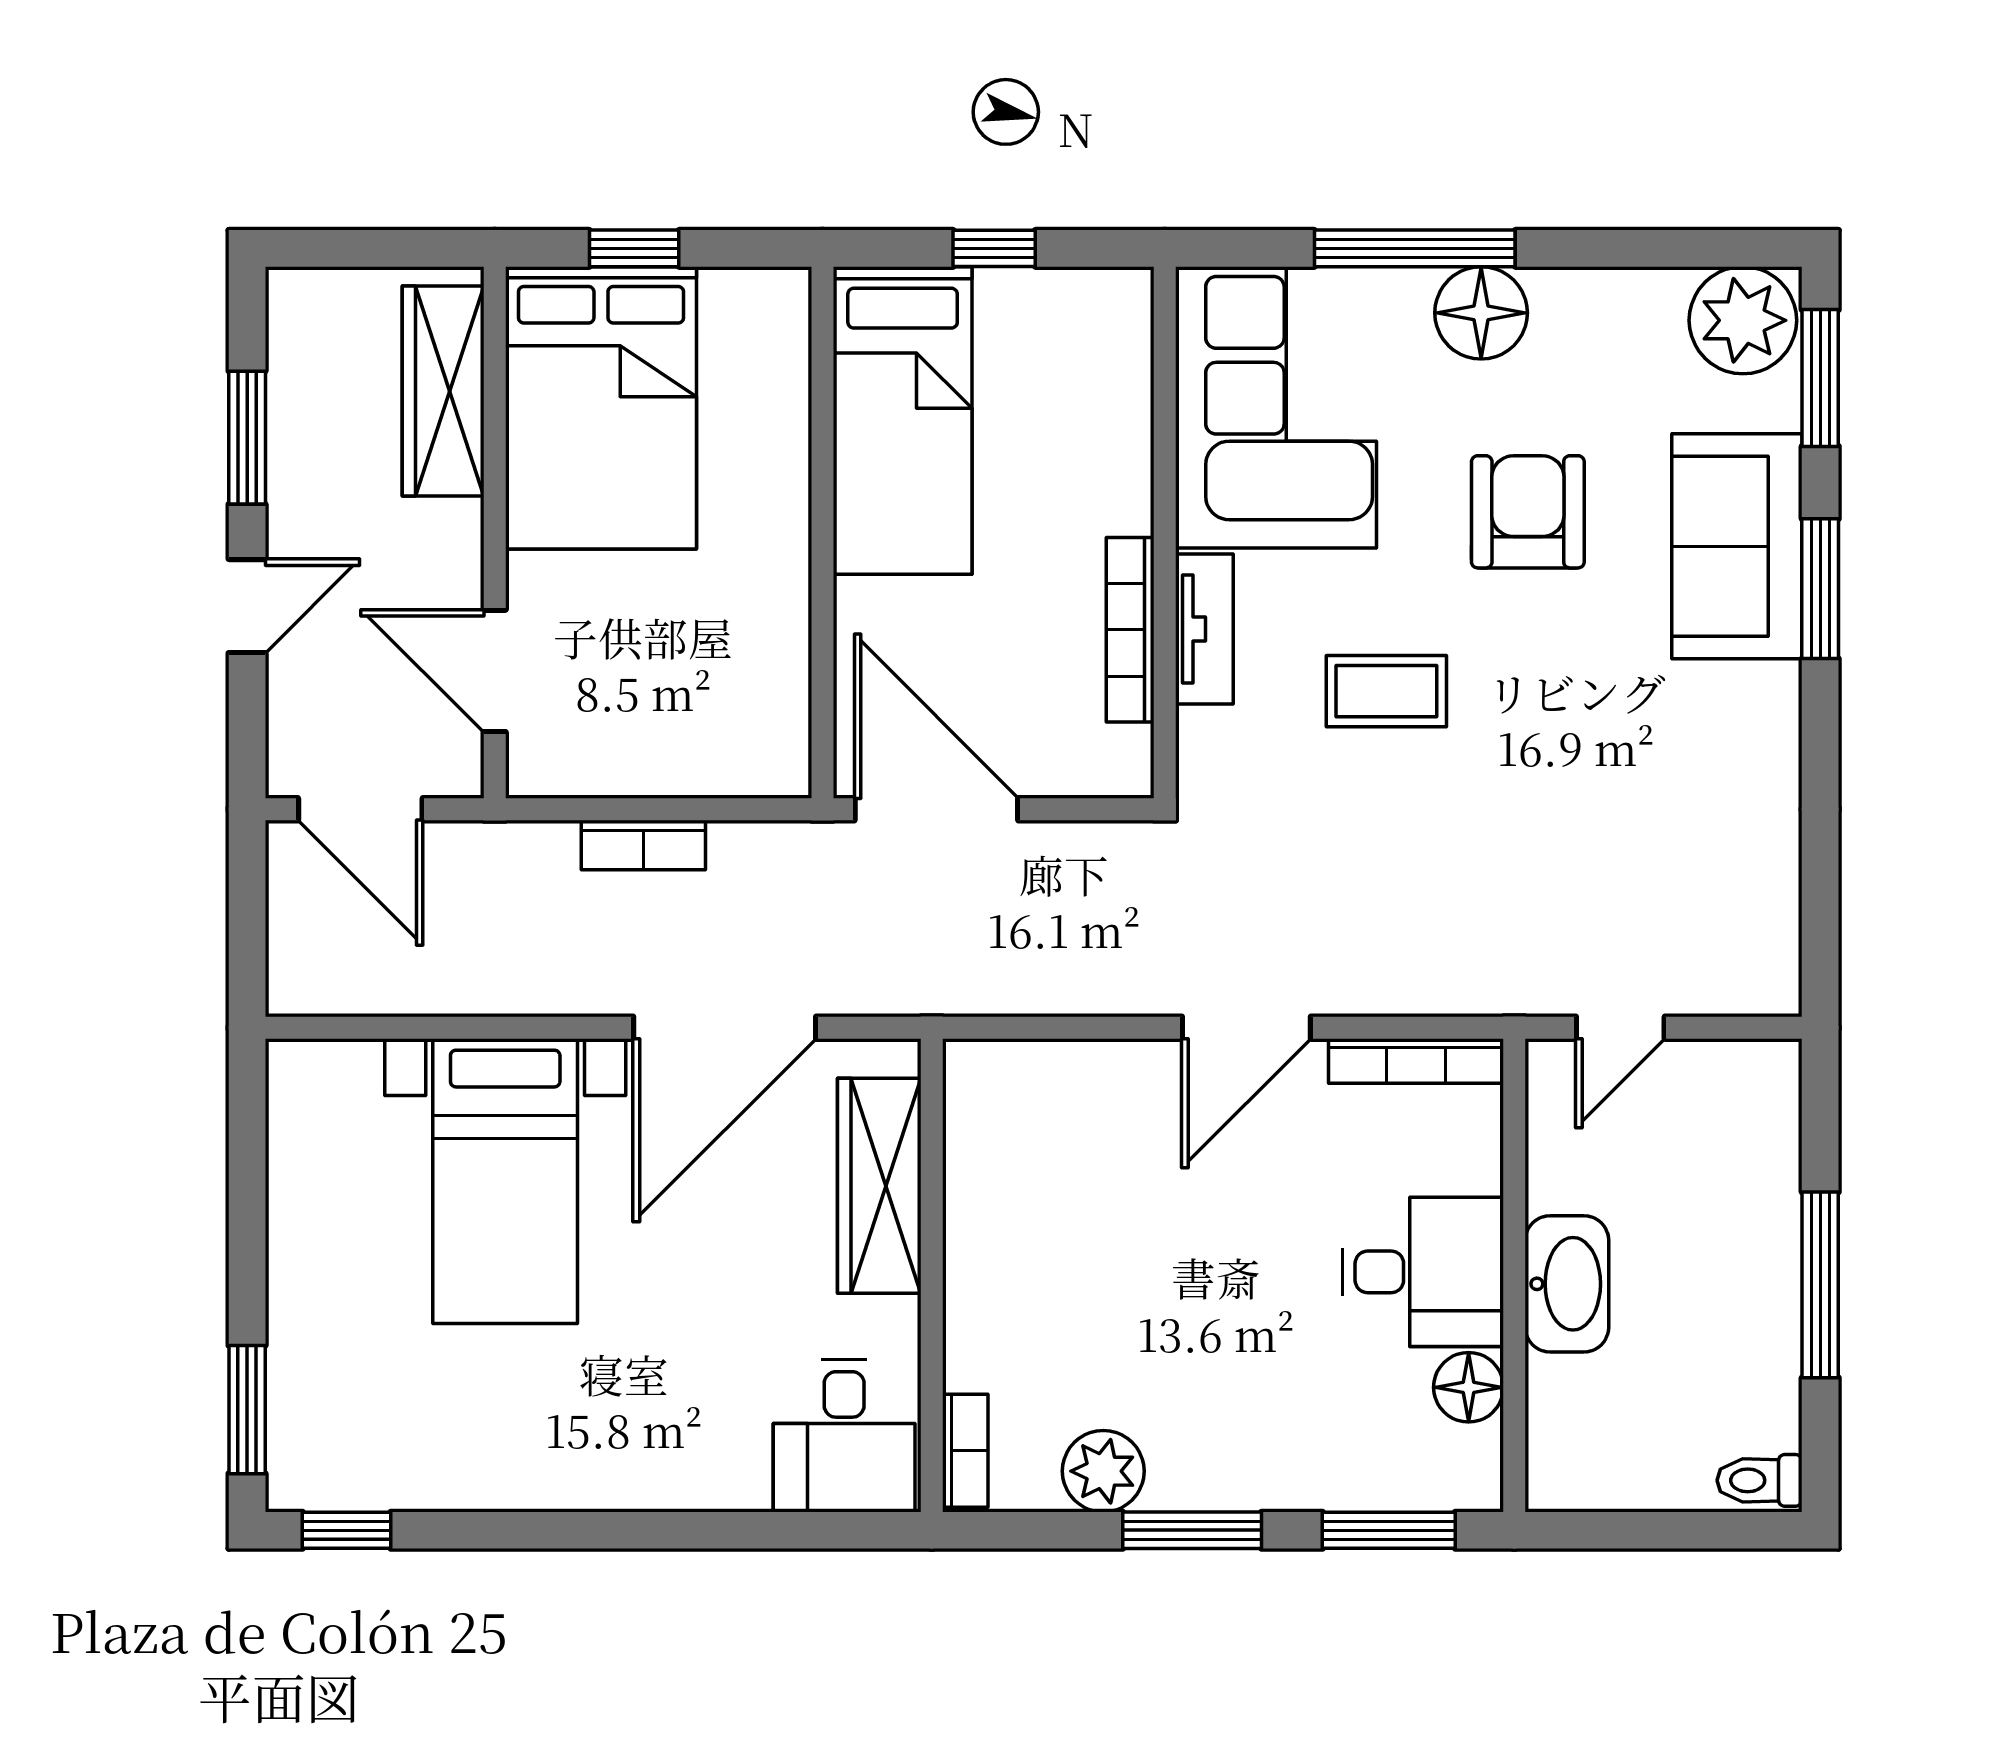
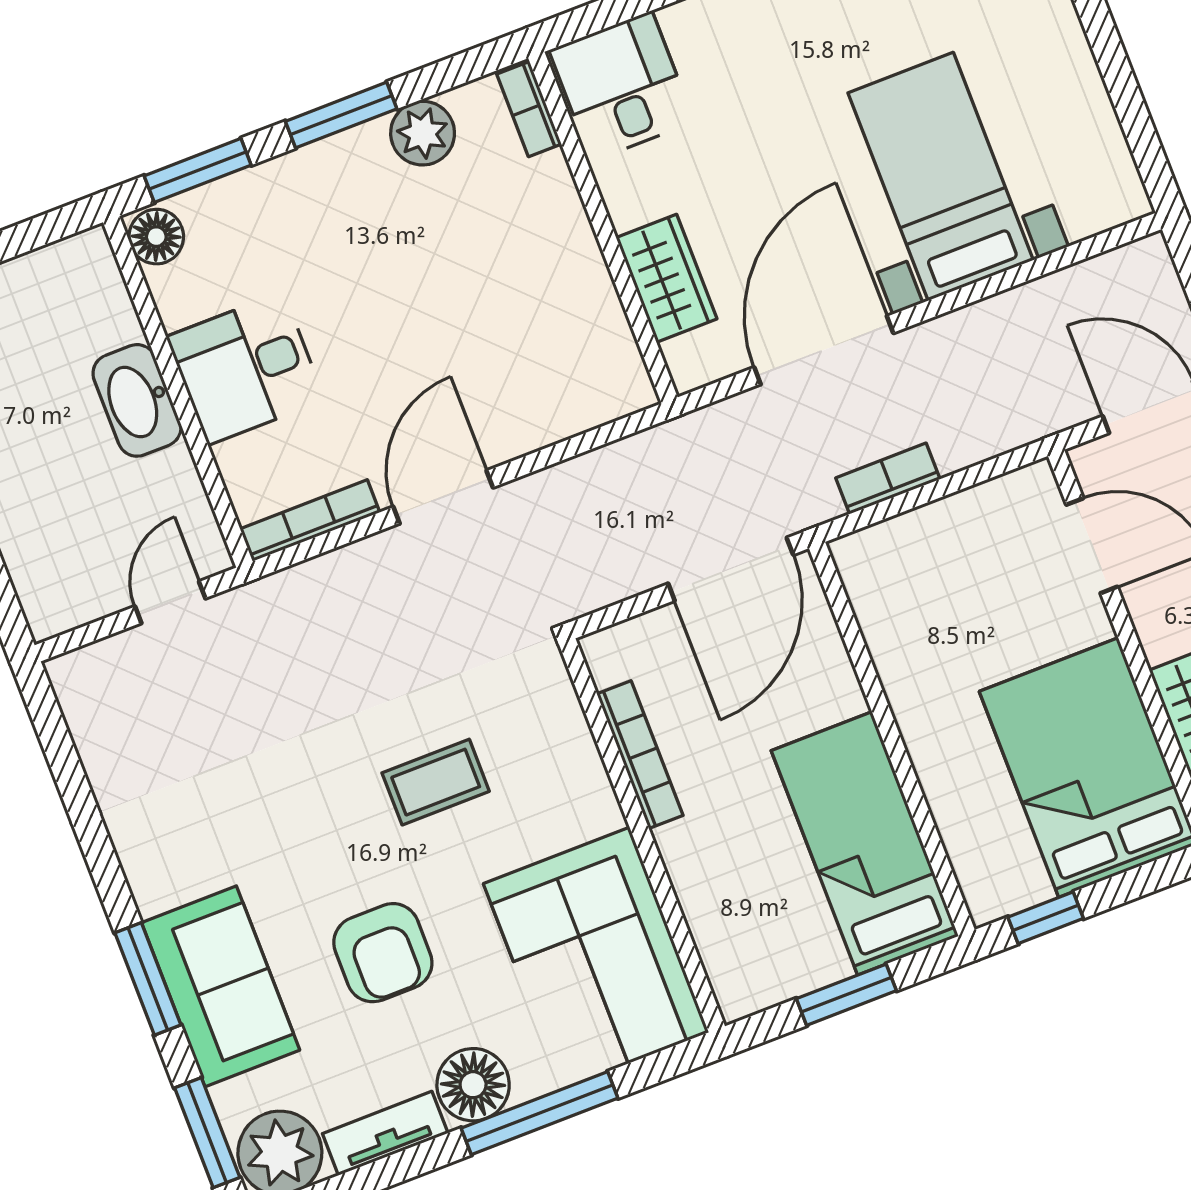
window: (634, 248) -> (1046, 918), moved
window: (994, 248) -> (846, 995), width x1.50
tv unit: (1204, 629) -> (385, 1133), moved, turned 90
door: (936, 809) -> (731, 569), hinge flipped
bookcase: (643, 845) -> (888, 479), moved
wardrobe: (879, 1186) -> (666, 278), width x0.67
floor lamp: (1469, 1387) -> (156, 237), moved

